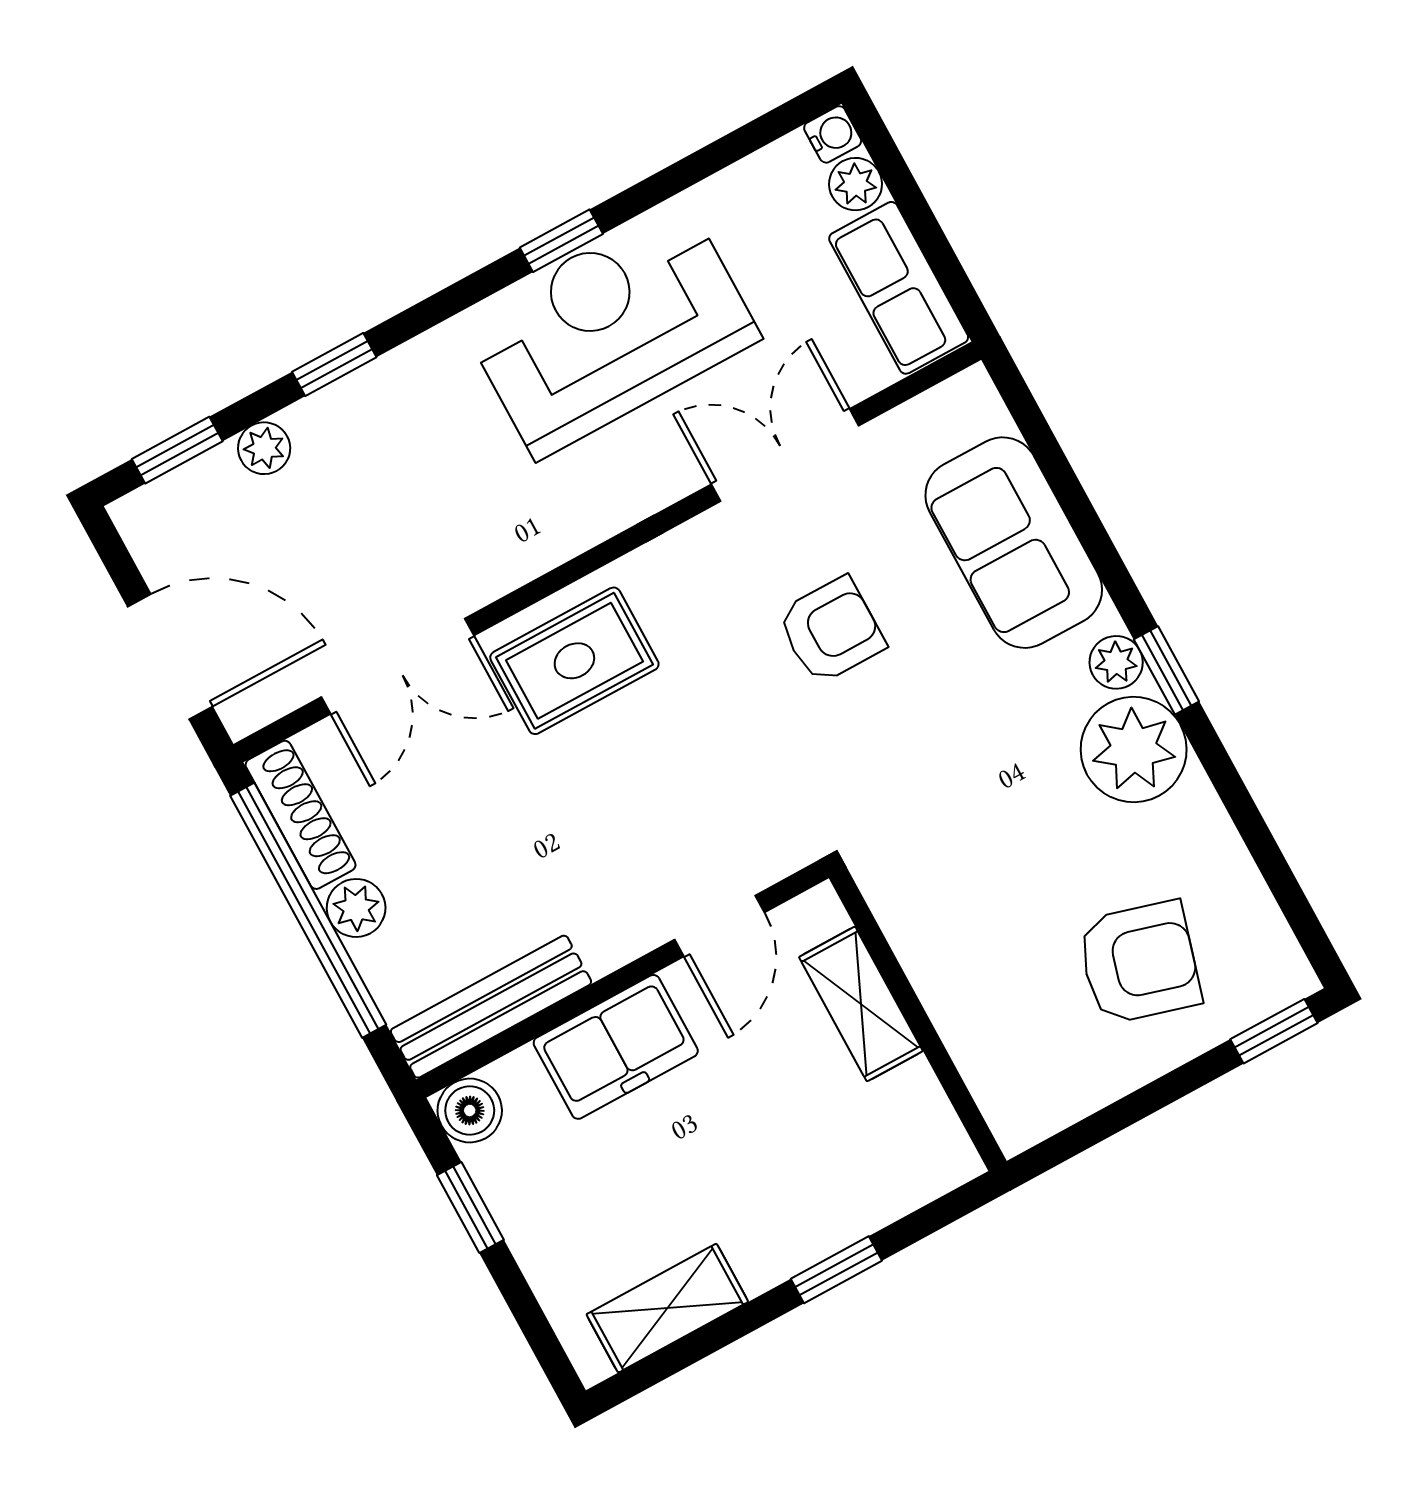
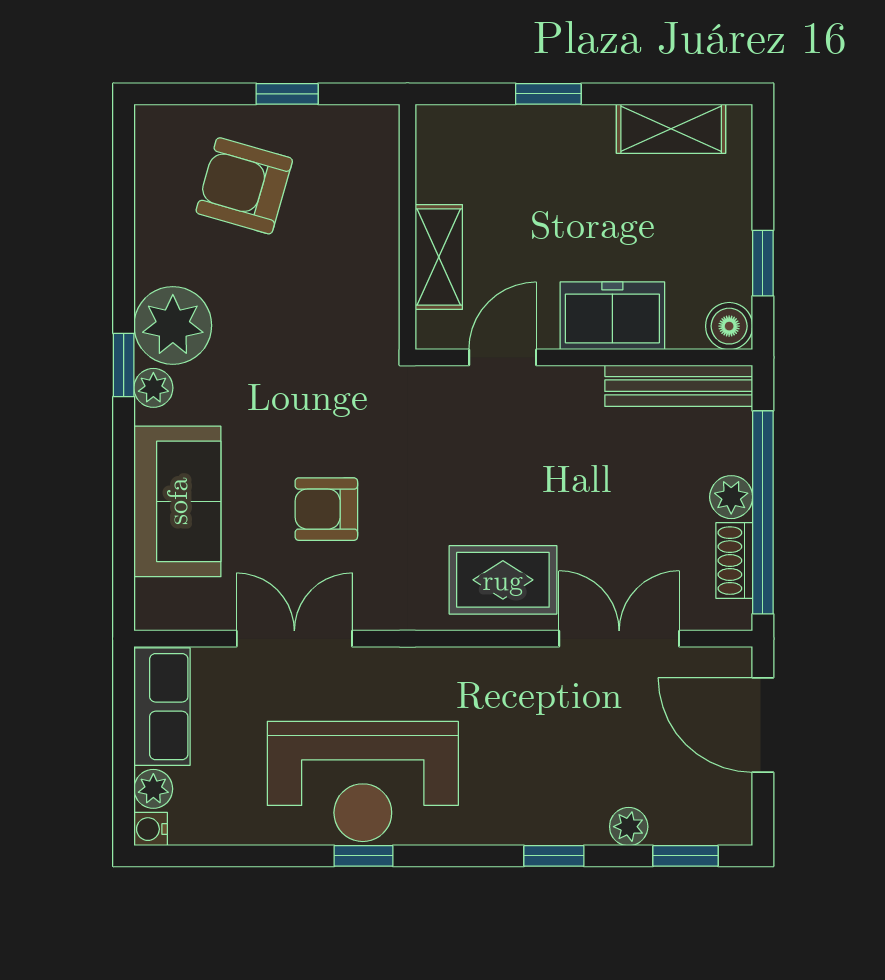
double door: (785, 455) -> (294, 639), swing flipped
shoe rack: (301, 815) -> (734, 561), width x0.70
window: (1274, 1031) -> (287, 94), moved

